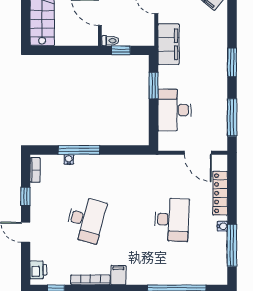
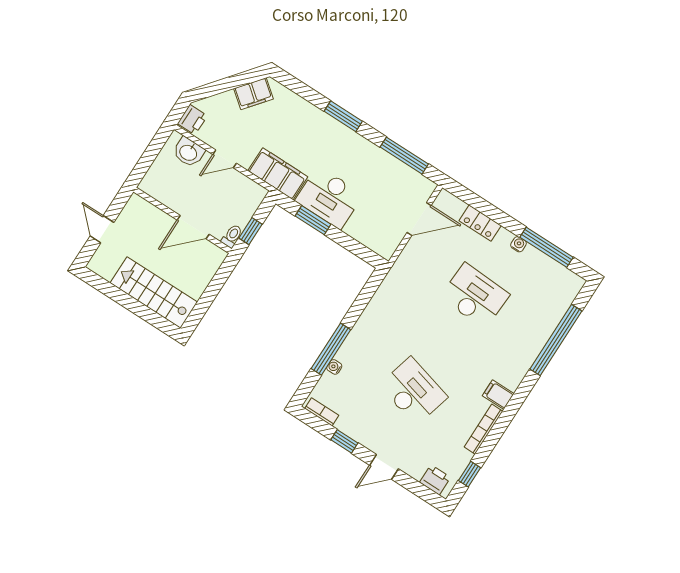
desk: (174, 110) -> (329, 198), moved
locker: (220, 193) -> (480, 223), width x0.66

